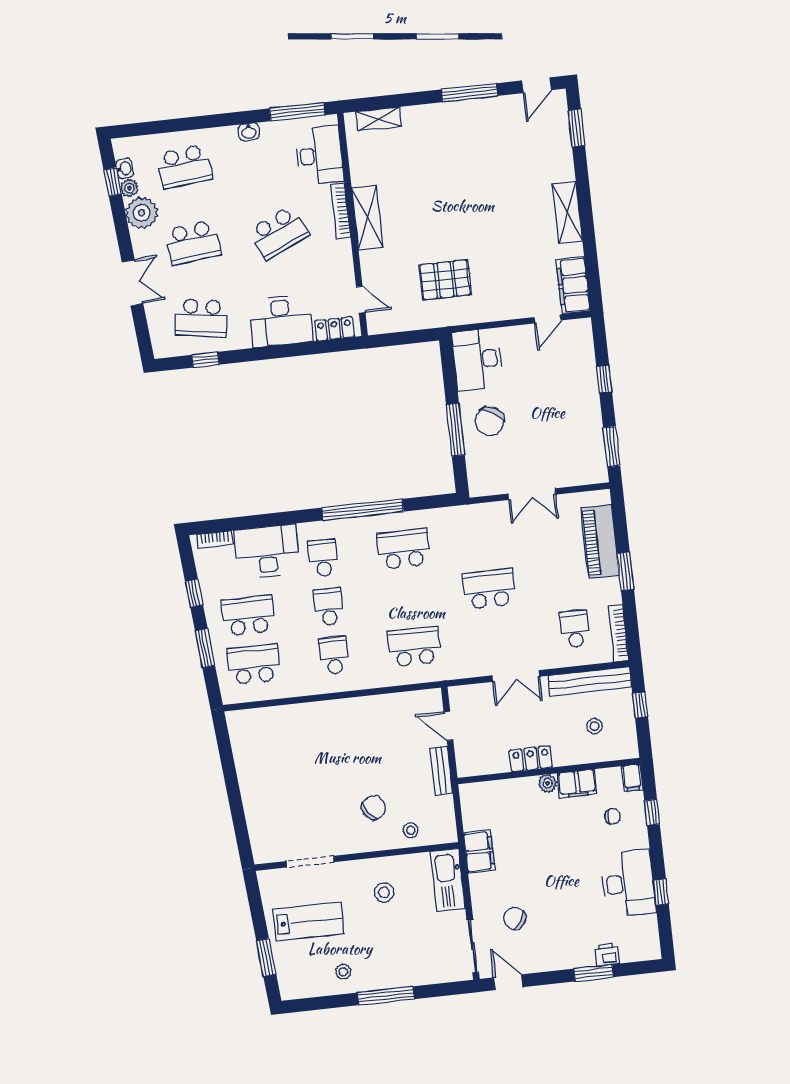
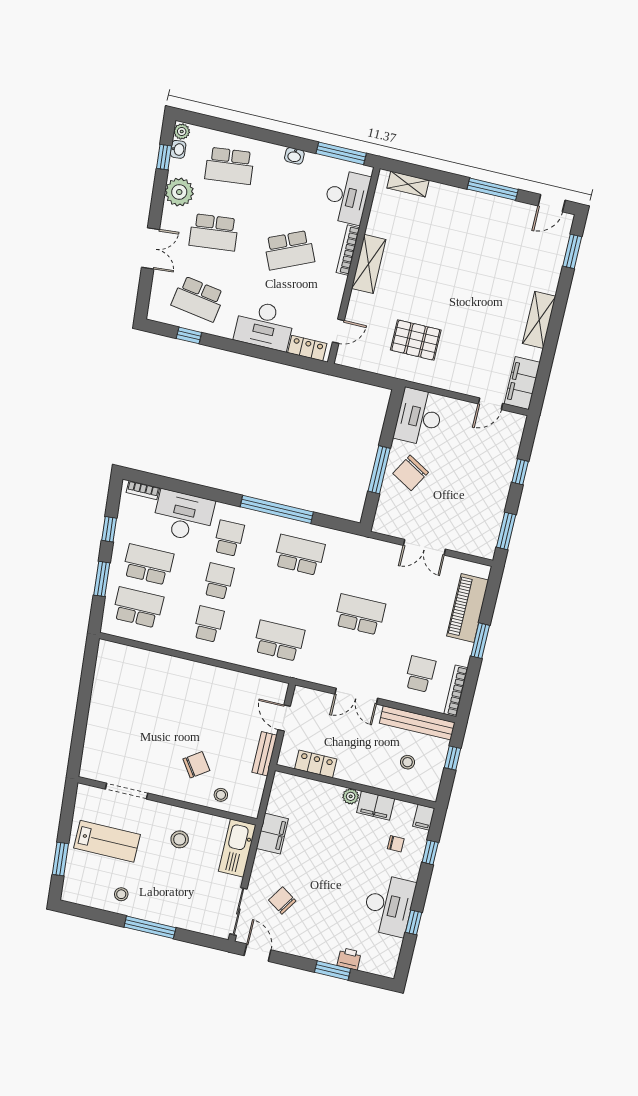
plant: (129, 188) -> (182, 131), moved
door: (361, 300) -> (338, 331), hinge flipped
locker: (531, 759) -> (316, 764), moved

